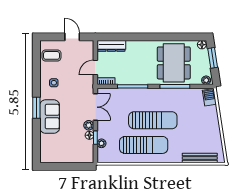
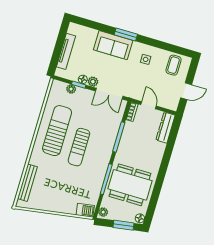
sun lounger: (153, 120) -> (79, 147), width x0.73, depth x0.75
sun lounger: (144, 145) -> (57, 131), turned 180
tv unit: (68, 158) -> (66, 51), added

